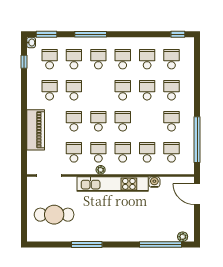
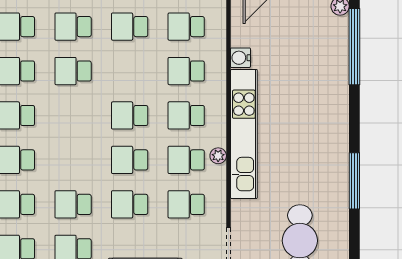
school desk: (123, 90) -> (73, 115), removed

